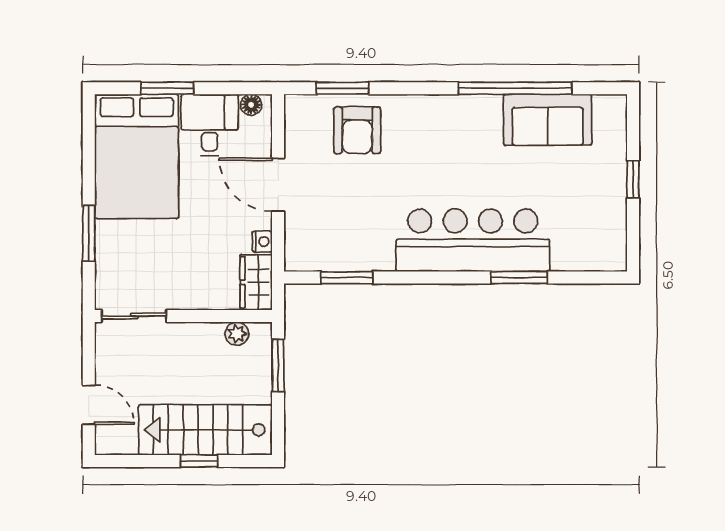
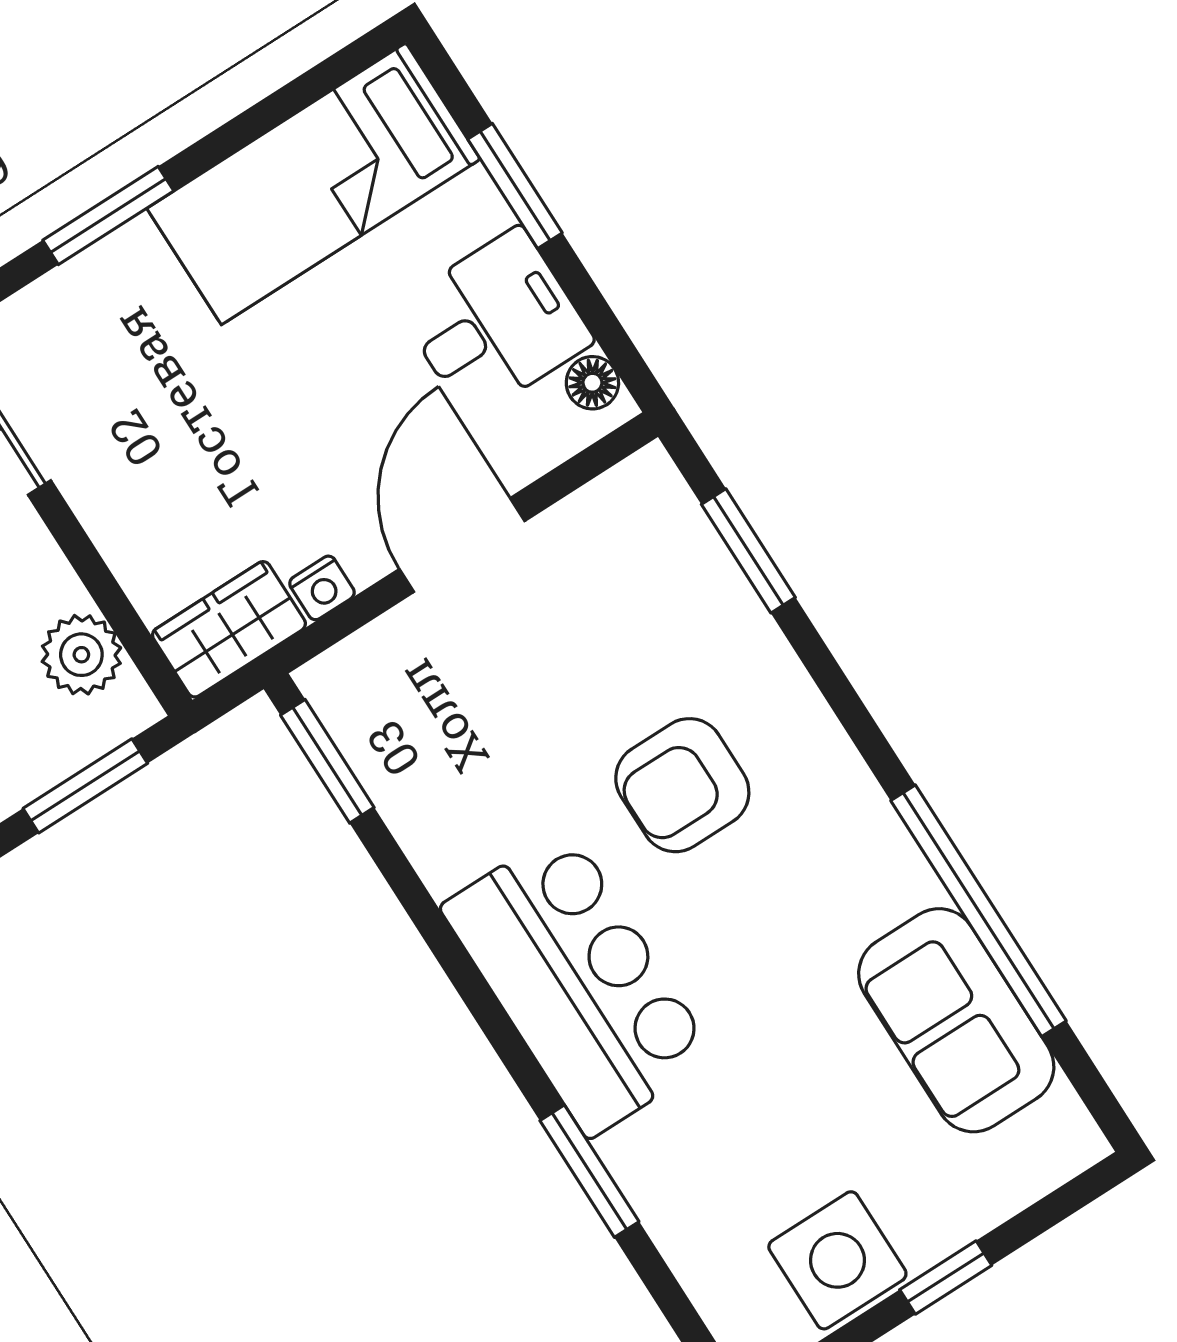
armchair: (357, 130) -> (682, 785), moved
bed: (137, 156) -> (314, 184), width x0.67
side table: (604, 212) -> (837, 1260), added
bar counter: (473, 240) -> (578, 982), width x0.73
window: (347, 278) -> (327, 761), moved
plant: (237, 334) -> (81, 655), width x1.38, depth x1.38

